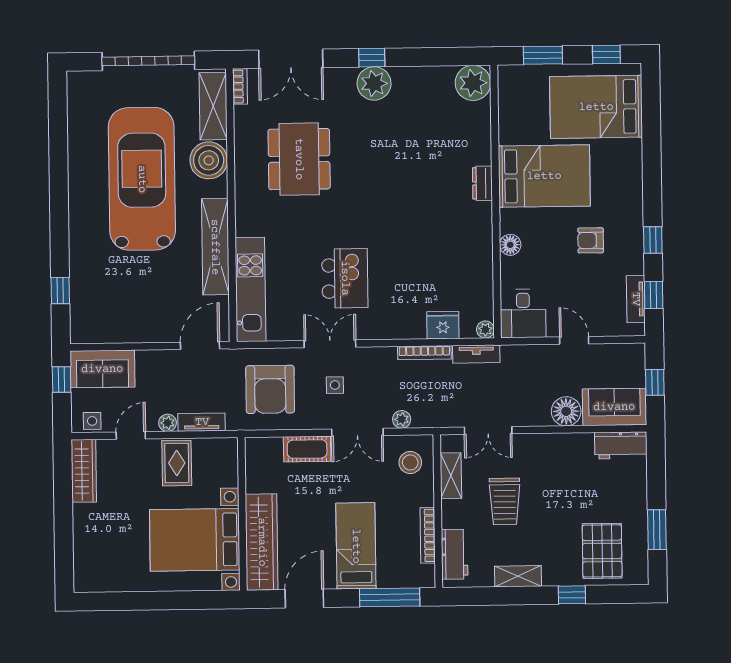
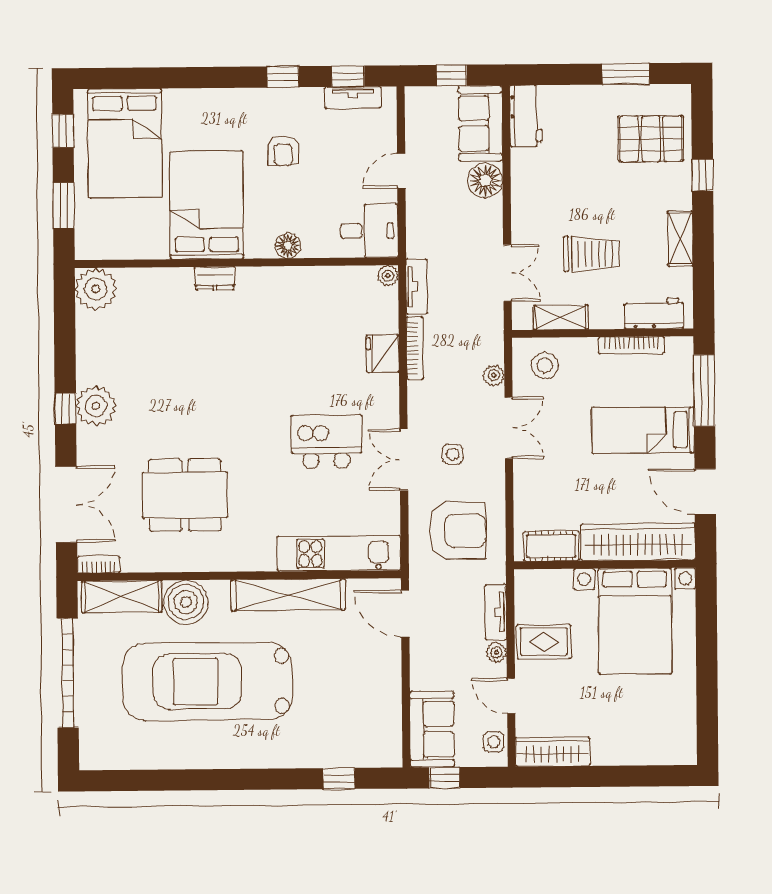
fridge: (443, 325) -> (383, 354), moved
cot: (307, 449) -> (551, 546), moved, turned 90

